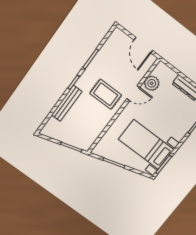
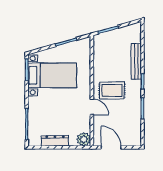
plant: (152, 83) -> (84, 139), moved
door: (133, 93) -> (92, 107), swing flipped

